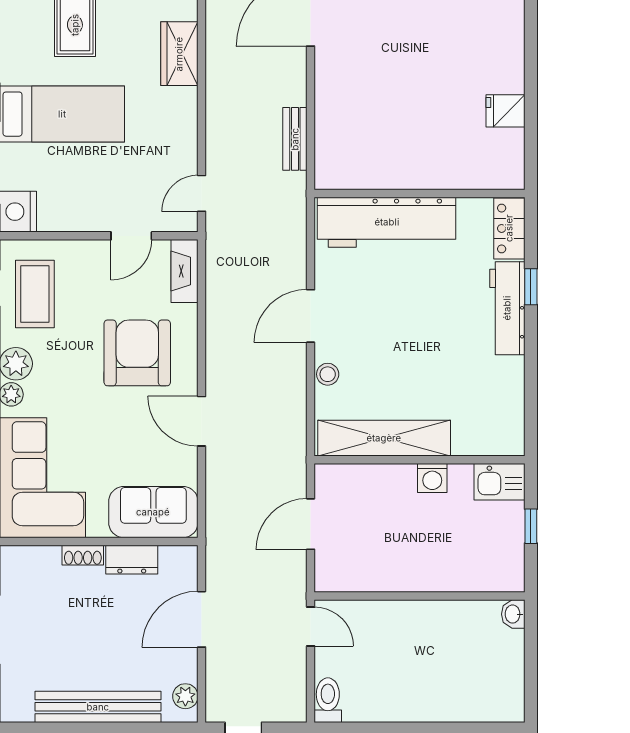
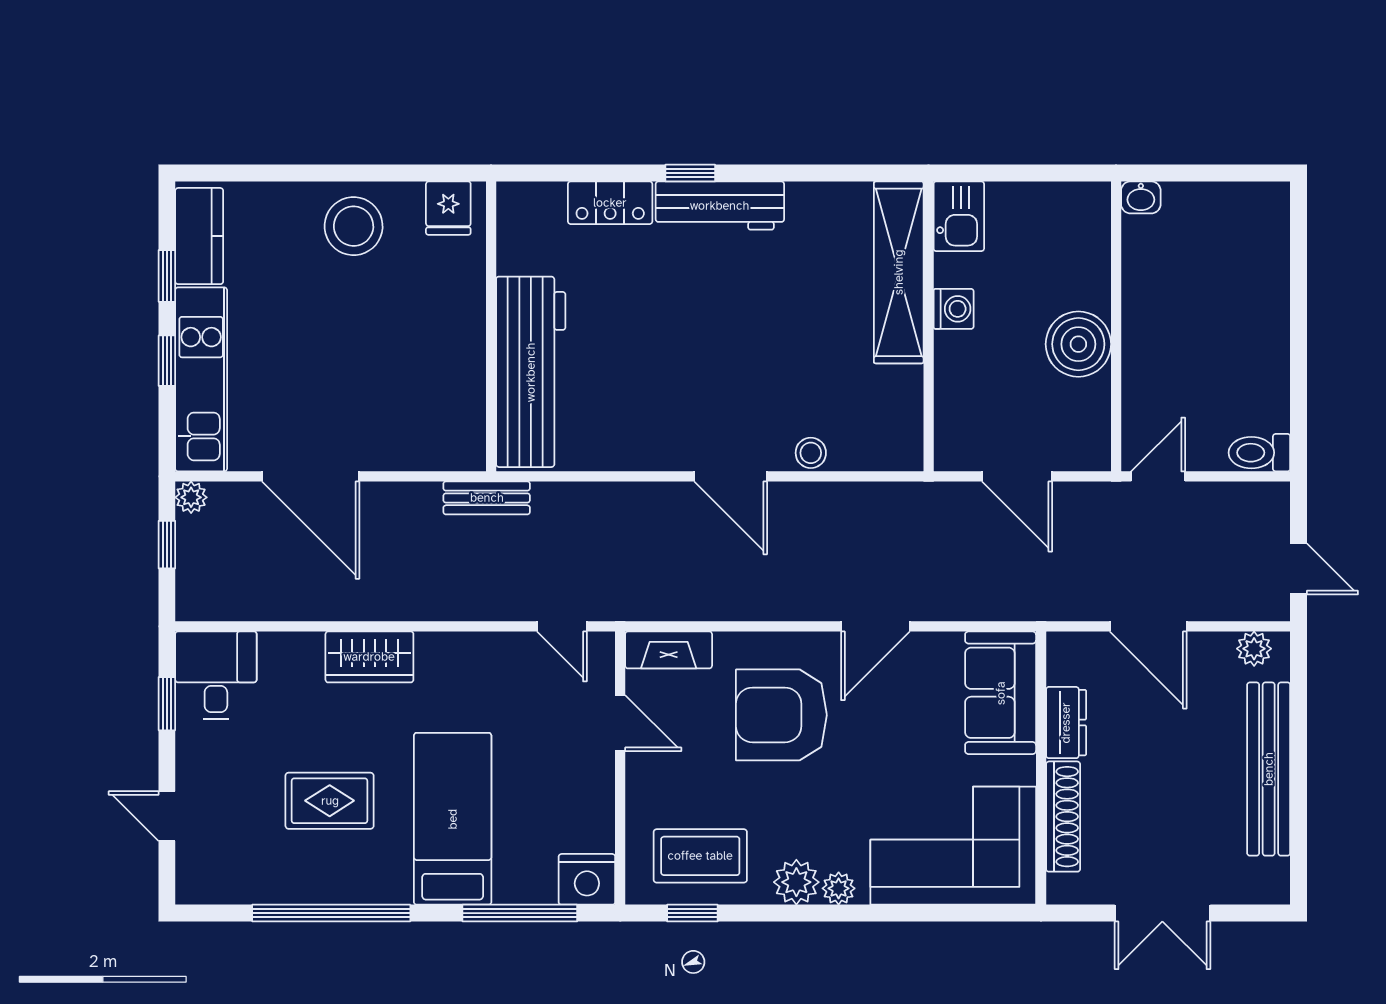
stool: (492, 42) -> (354, 226), added
wall: (420, 193) -> (491, 326), moved
workbench: (387, 222) -> (531, 372), moved
shelving: (384, 438) -> (899, 272), moved
window: (531, 526) -> (1020, 173), removed
shoe rack: (83, 555) -> (1063, 817), width x1.94, depth x1.24
boiler: (407, 569) -> (1078, 344), added

